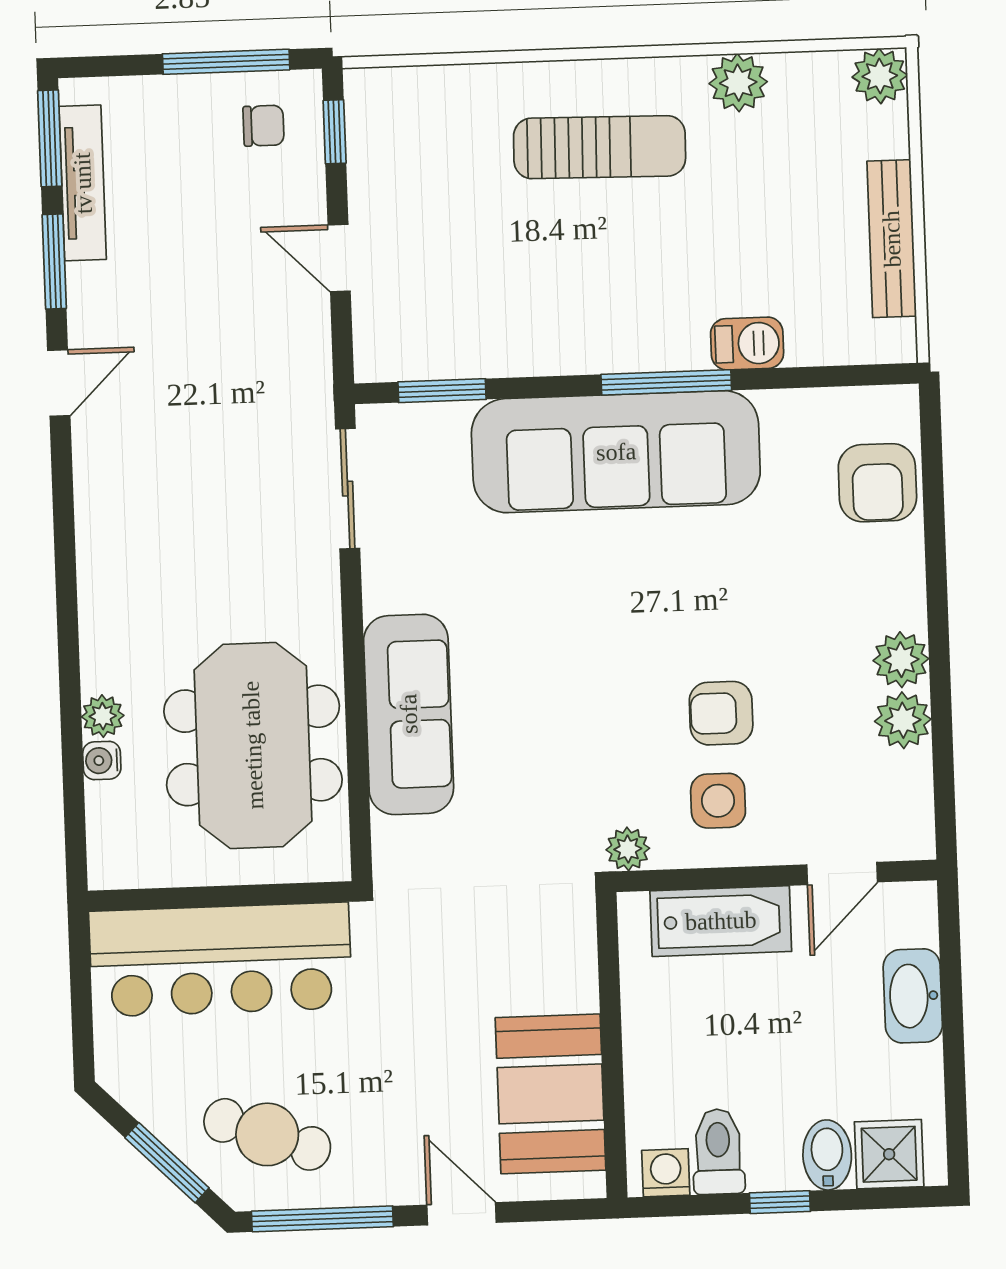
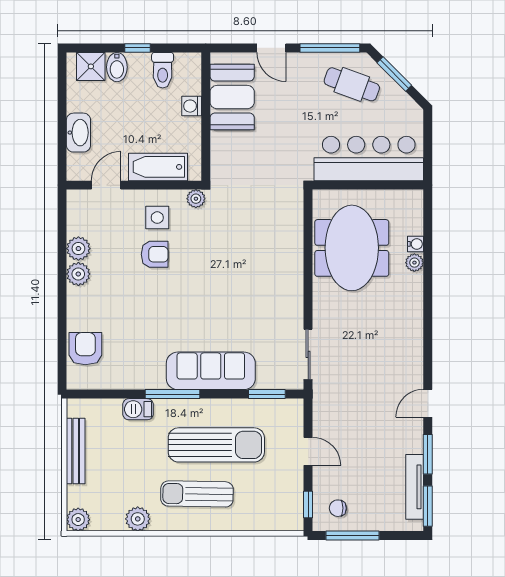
sun lounger: (558, 265) -> (216, 445), added
sofa: (616, 452) -> (211, 371), width x0.74, depth x0.79
sofa: (409, 714) -> (286, 259), removed
washing machine: (666, 1173) -> (192, 106), moved, turned 90

